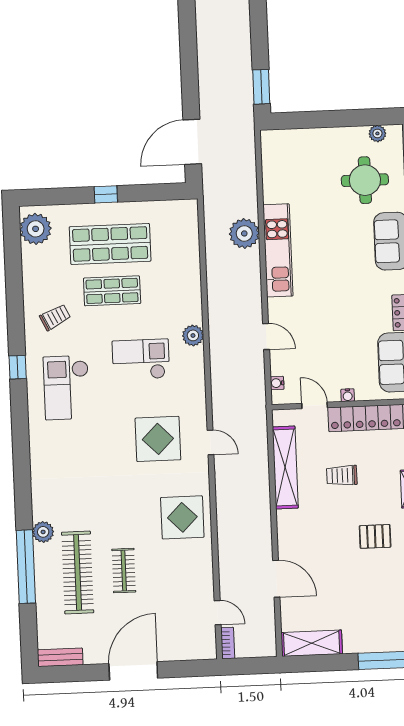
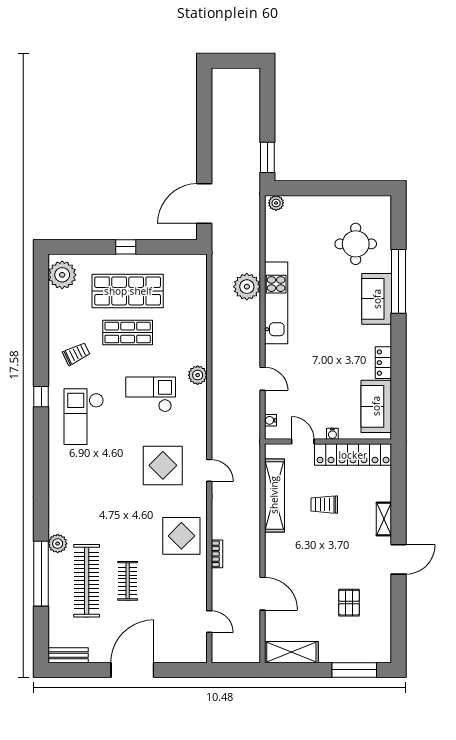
plant: (377, 133) -> (276, 203), moved
pallet: (375, 536) -> (349, 603), moved, turned 90
bookcase: (228, 643) -> (217, 554), moved

